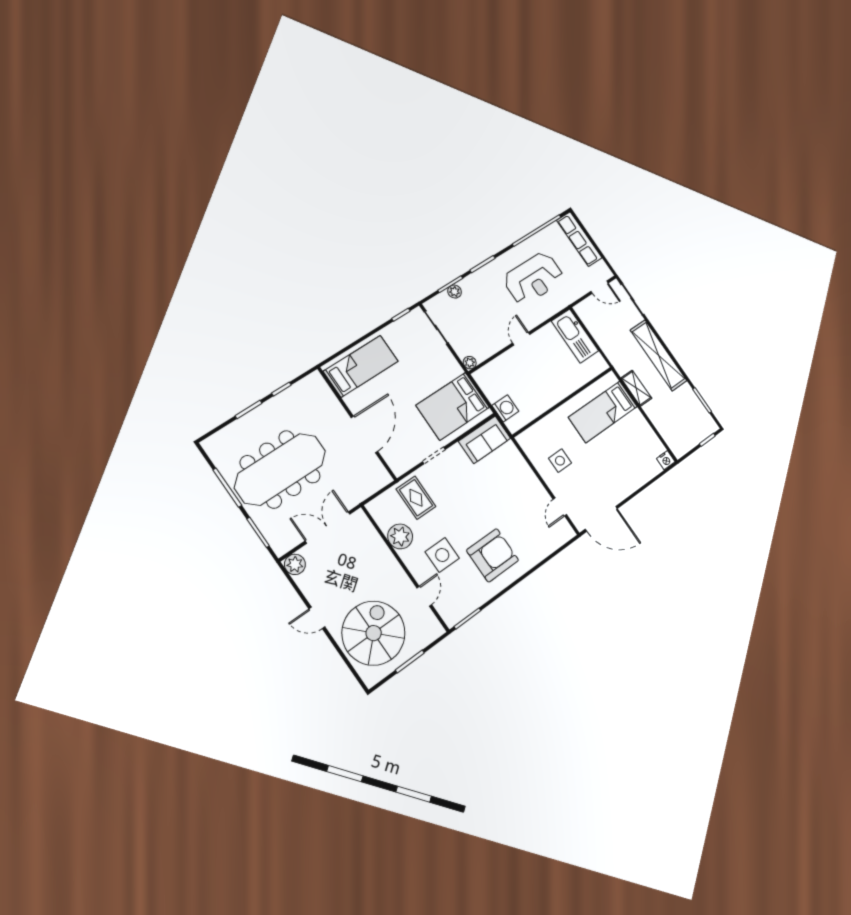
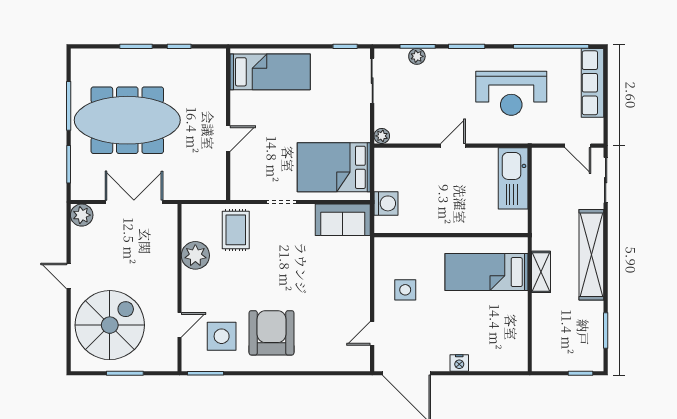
door: (364, 434) -> (228, 139), width x0.53
nightstand: (666, 460) -> (459, 363), moved
side table: (442, 555) -> (222, 336), moved
armchair: (493, 555) -> (272, 333), turned -90

